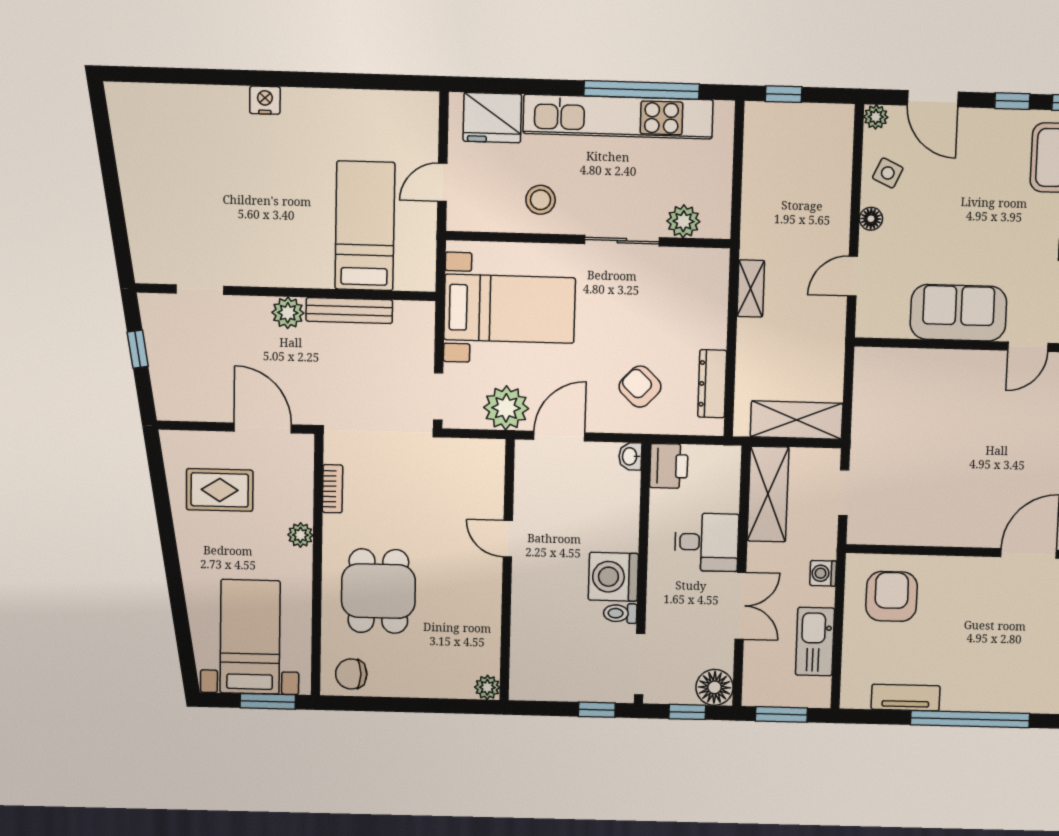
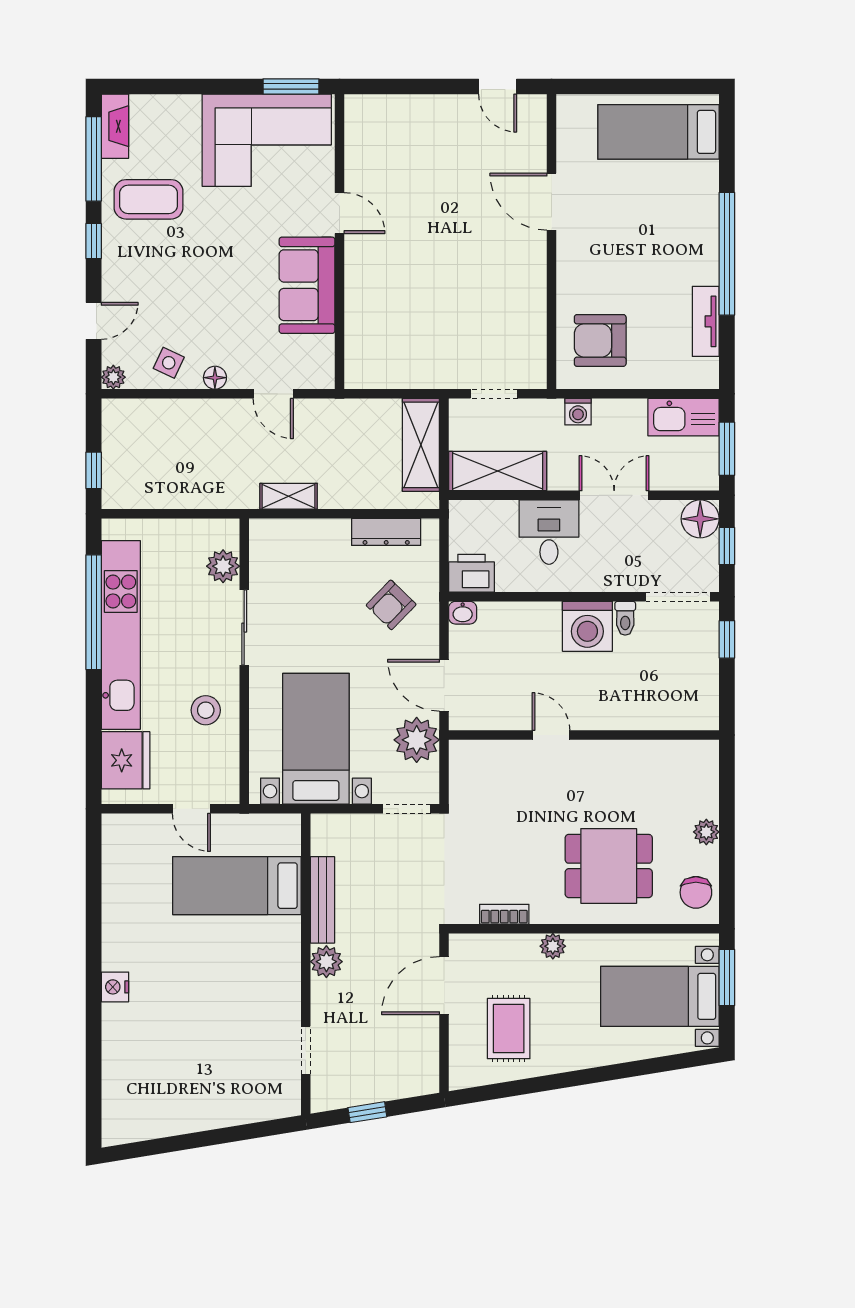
door: (933, 99) -> (94, 321), width x0.73
door: (508, 539) -> (551, 735), swing flipped
kitchen sink: (815, 642) -> (684, 417), moved
plant: (487, 687) -> (706, 832), moved

